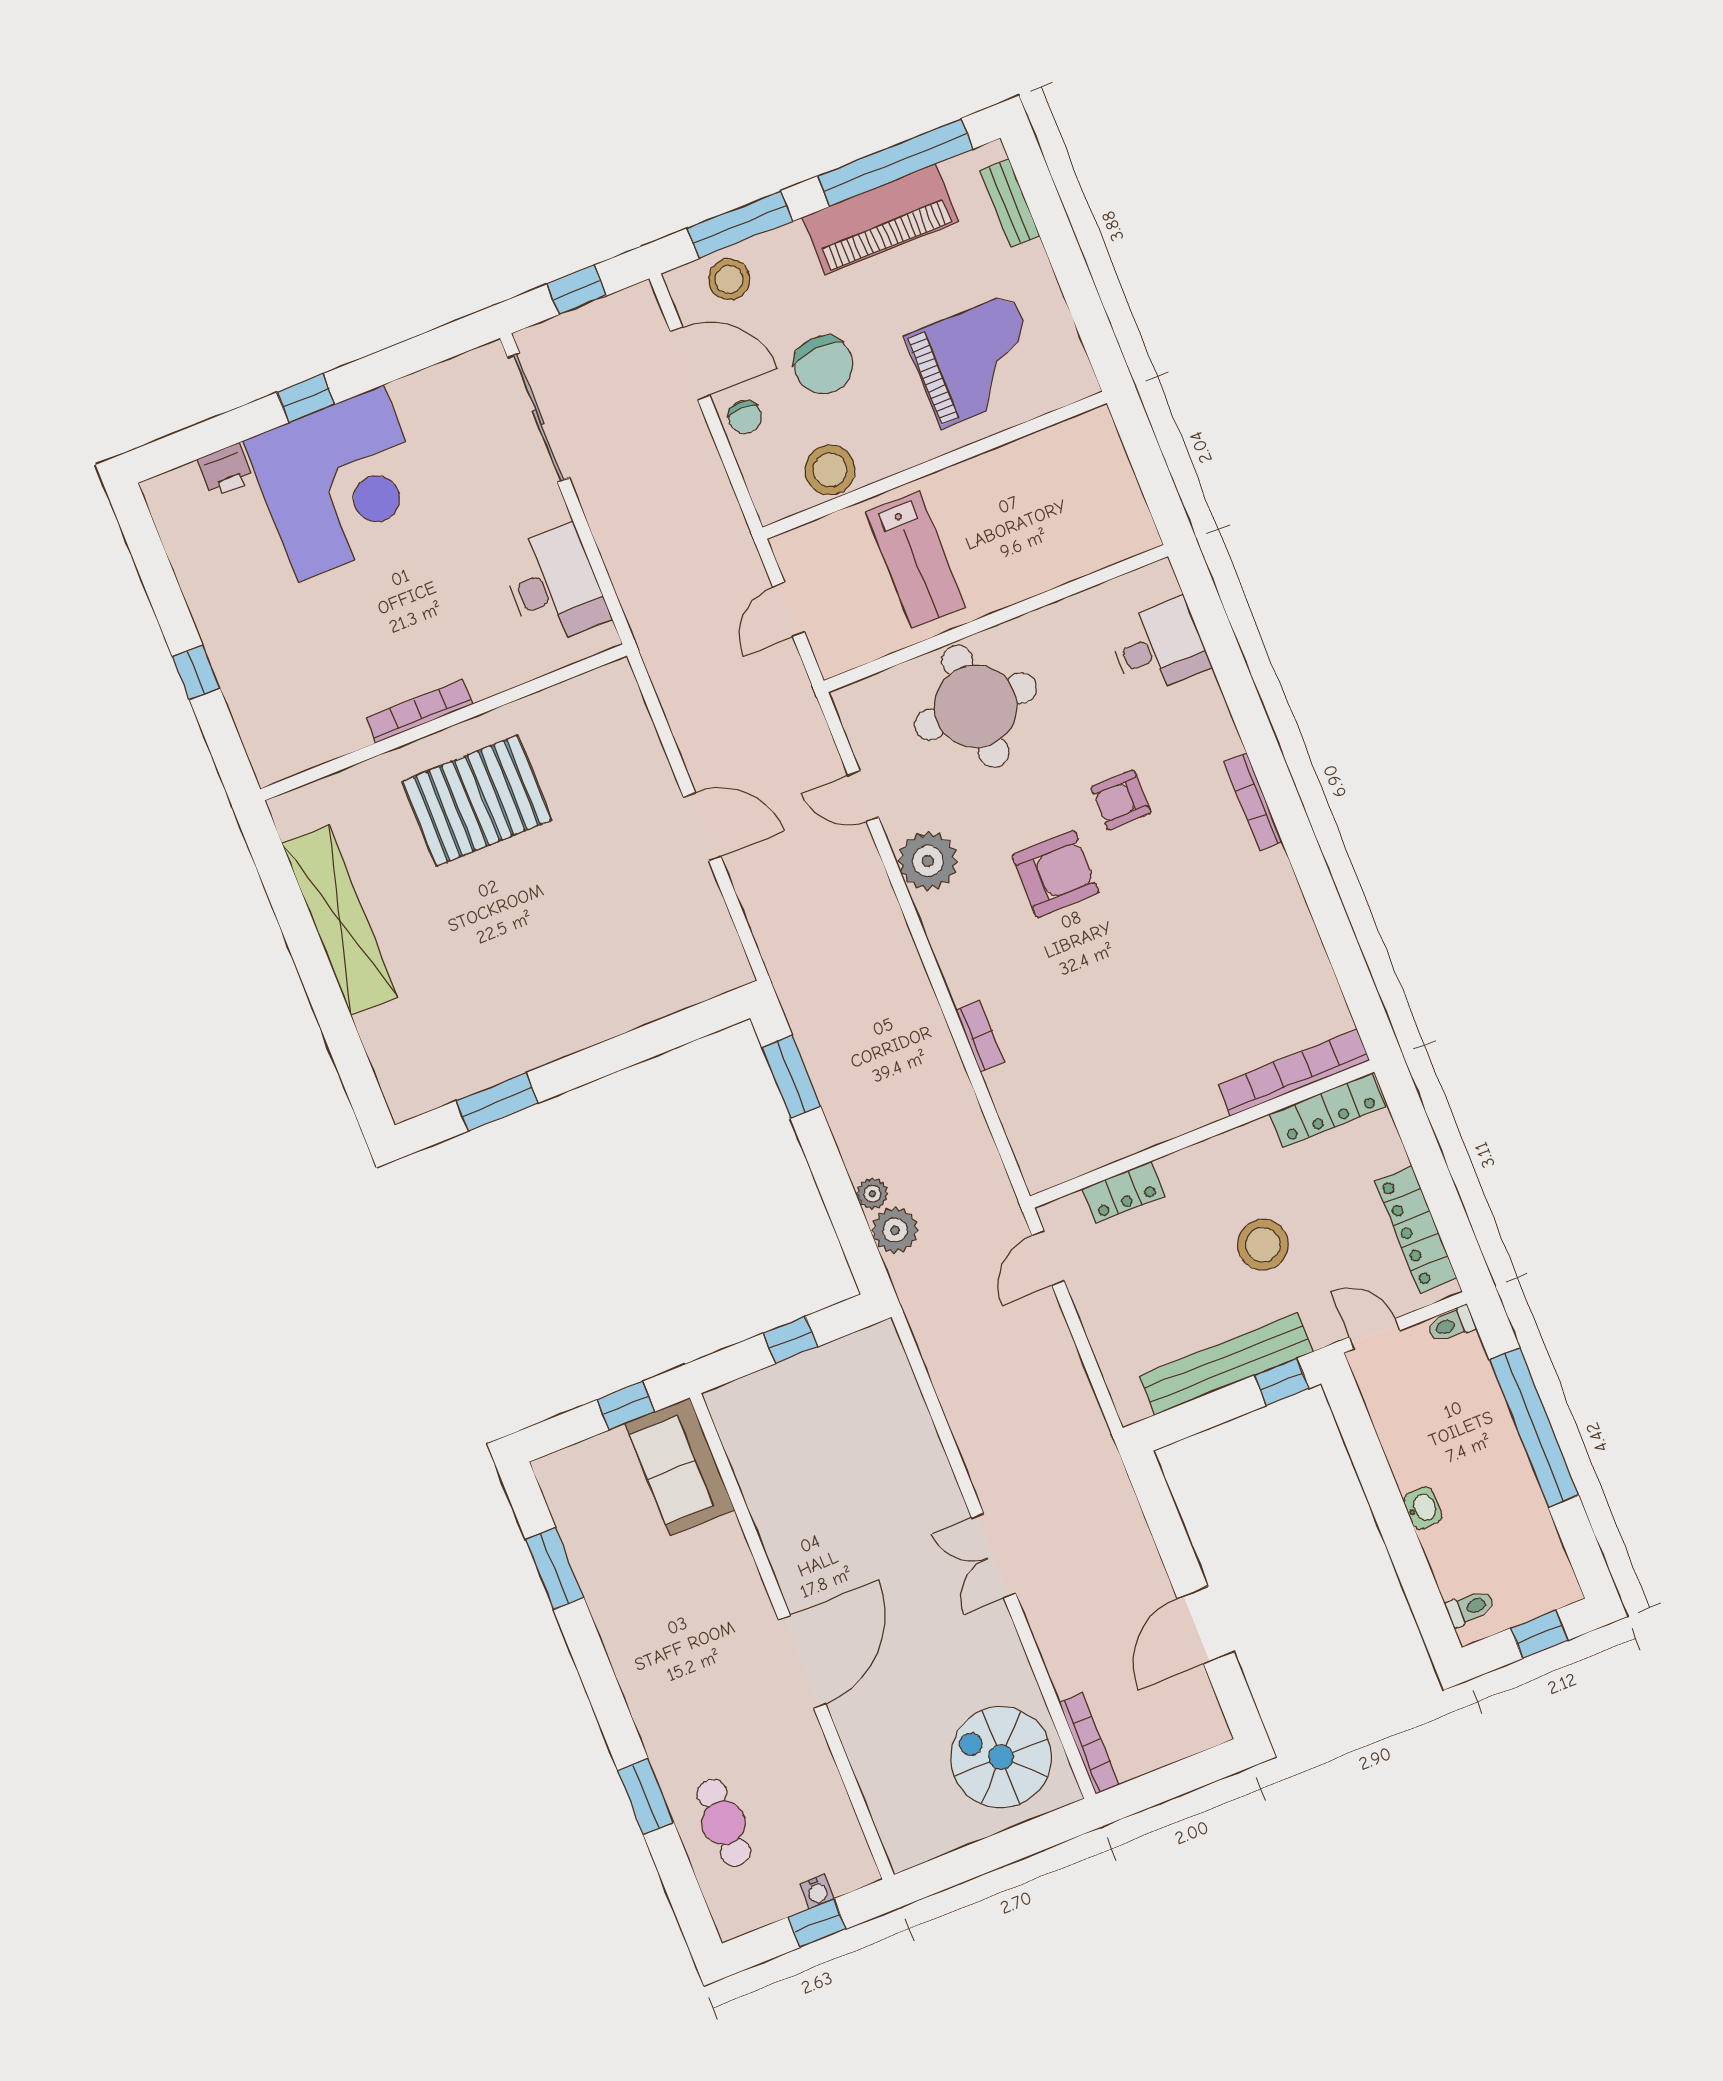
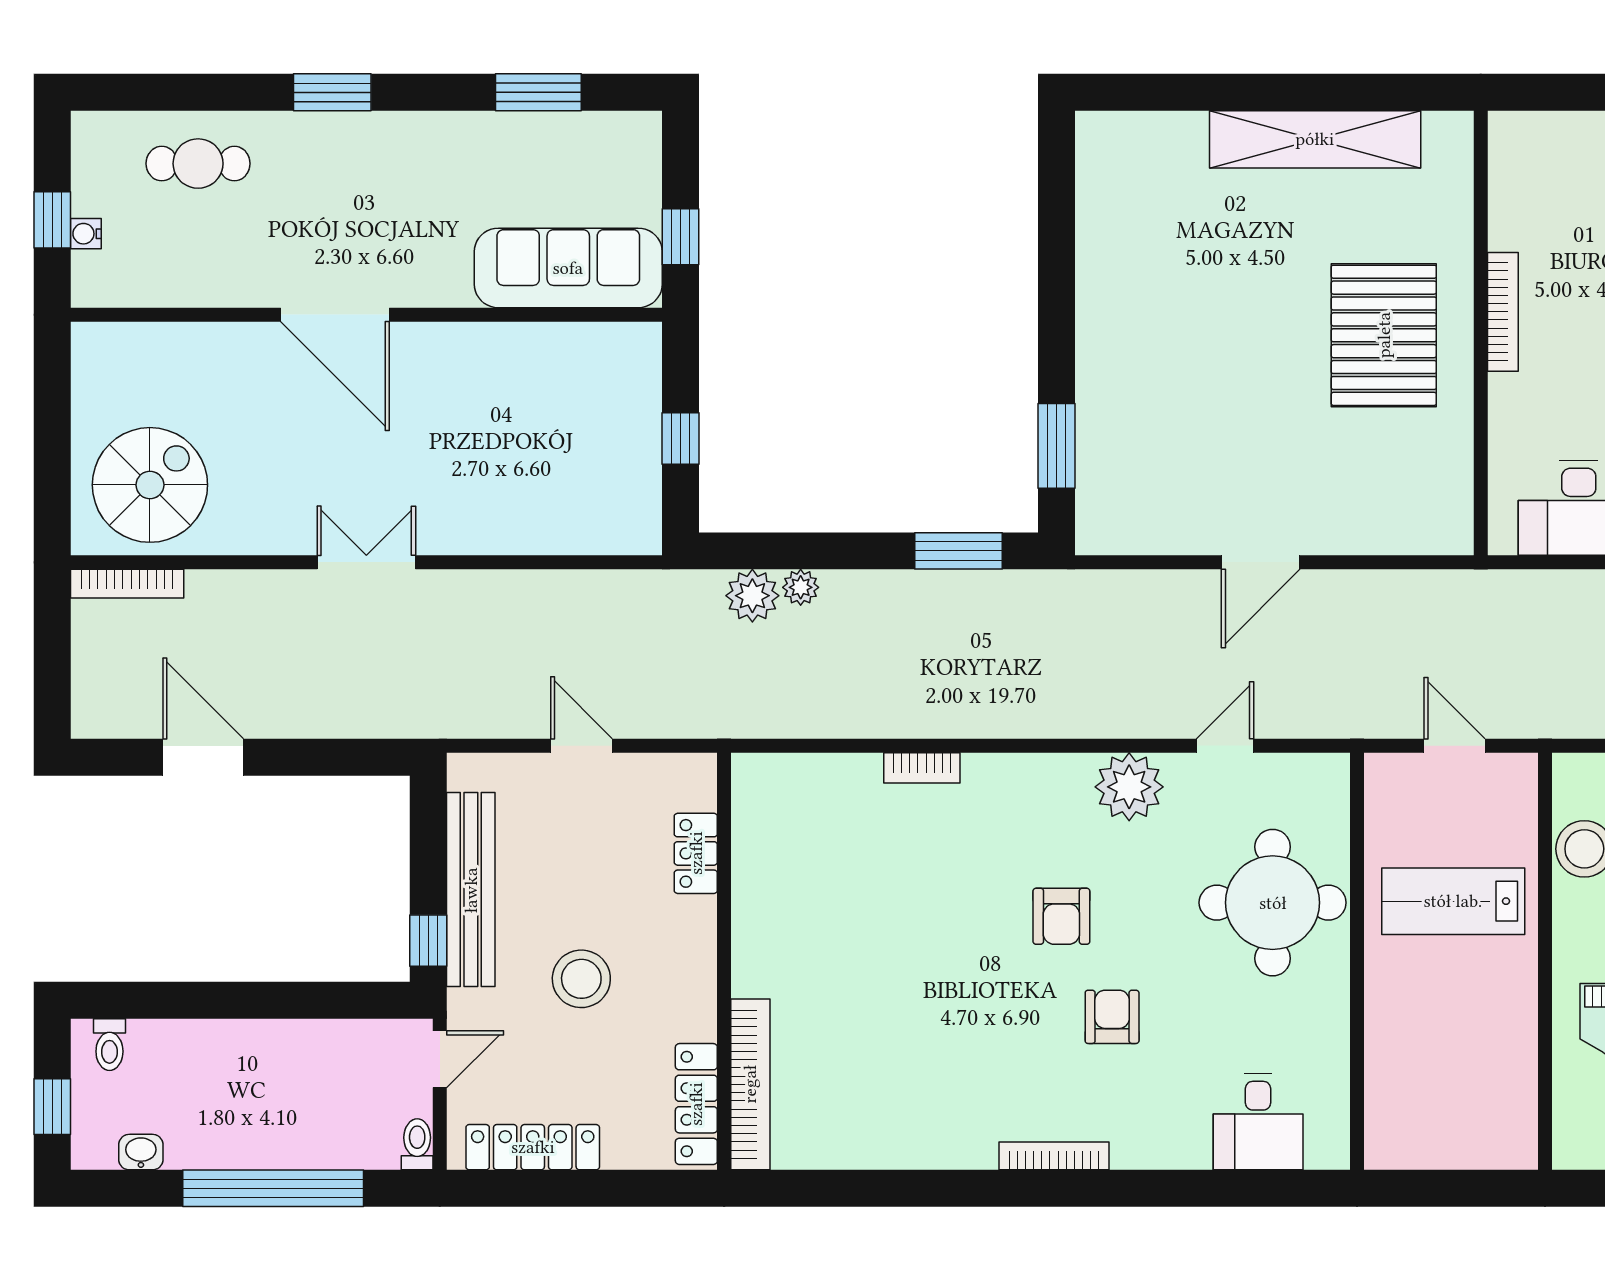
armchair: (1055, 874) -> (1061, 916), width x0.72, depth x0.72
window: (497, 1102) -> (1057, 446), moved
door: (1048, 1258) -> (581, 746), moved
sofa: (680, 1467) -> (568, 268), width x1.36
washbasin: (1423, 1508) -> (141, 1152), moved, turned 180
window: (646, 1796) -> (332, 92), moved

